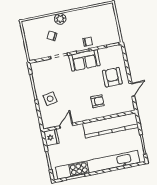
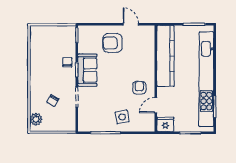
plant: (60, 19) -> (36, 119), moved
armchair: (97, 101) -> (139, 88), moved
door: (66, 126) -> (156, 105), hinge flipped

